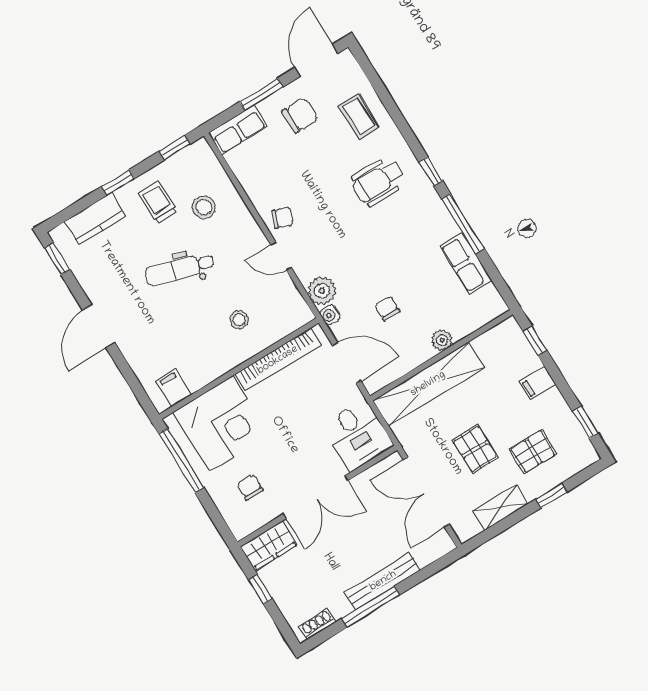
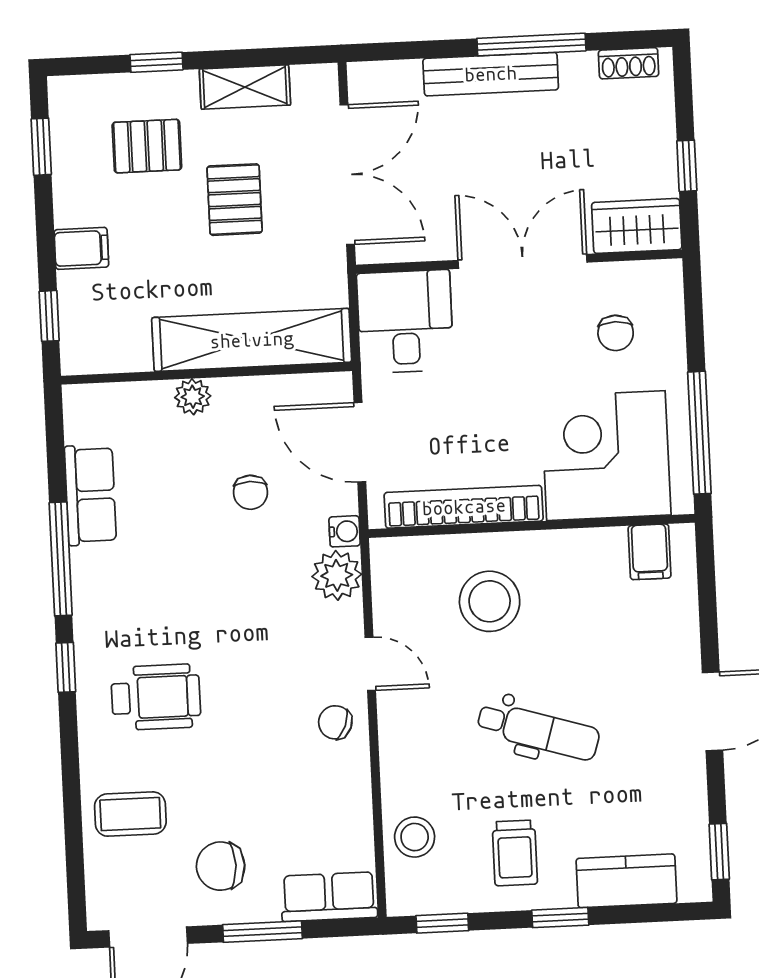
coffee table: (359, 116) -> (130, 814), turned 90
stool: (204, 207) -> (415, 837), moved
stool: (239, 320) -> (490, 601), width x1.89, depth x1.89

